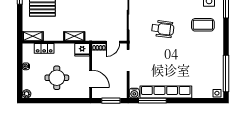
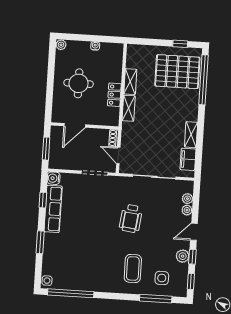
shelving: (33, 36) -> (130, 82), moved
locker: (44, 48) -> (114, 95), moved
fridge: (82, 50) -> (111, 117), removed
row of seats: (166, 92) -> (53, 209), width x0.73
window: (152, 101) -> (43, 200), width x0.46
window: (186, 101) -> (40, 242), added

